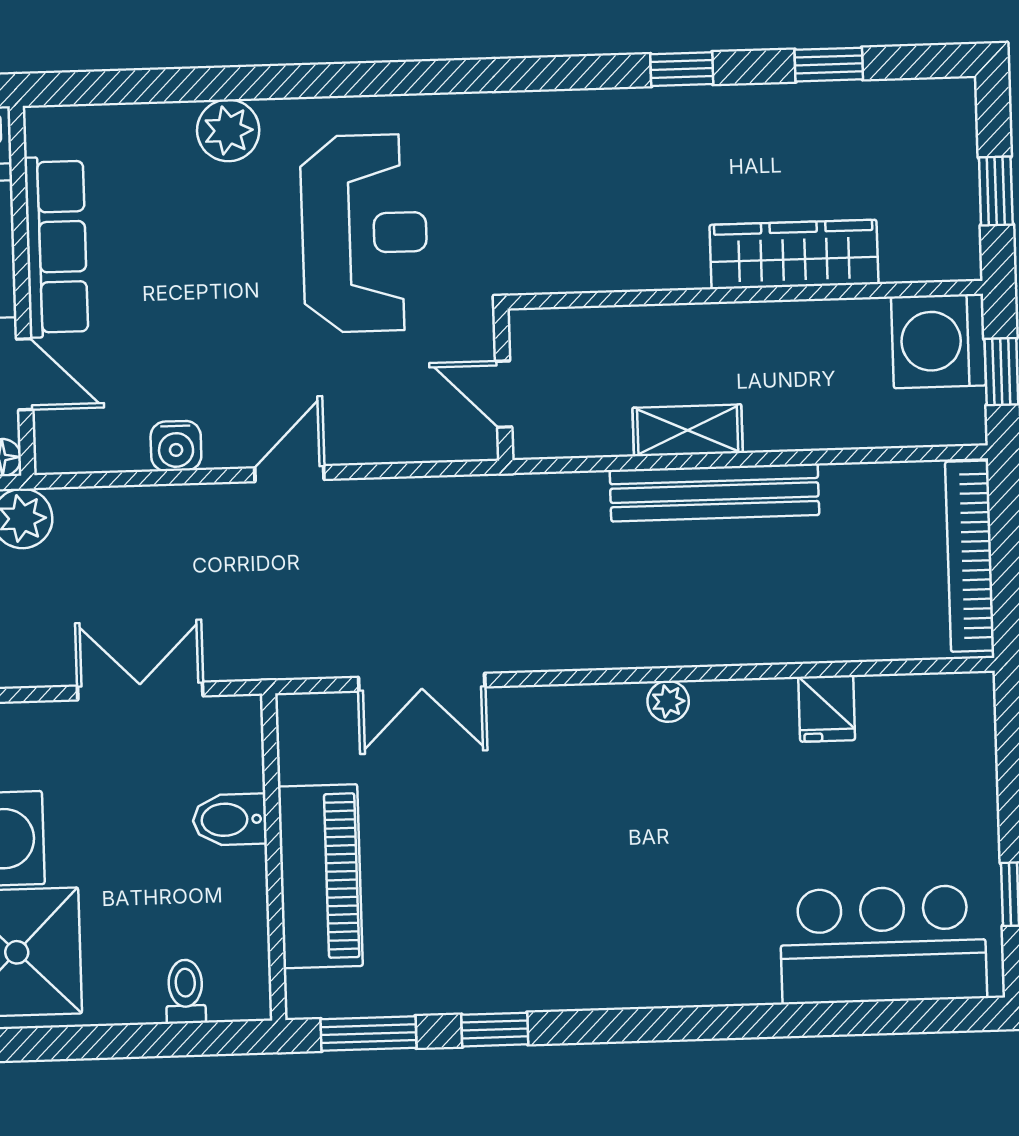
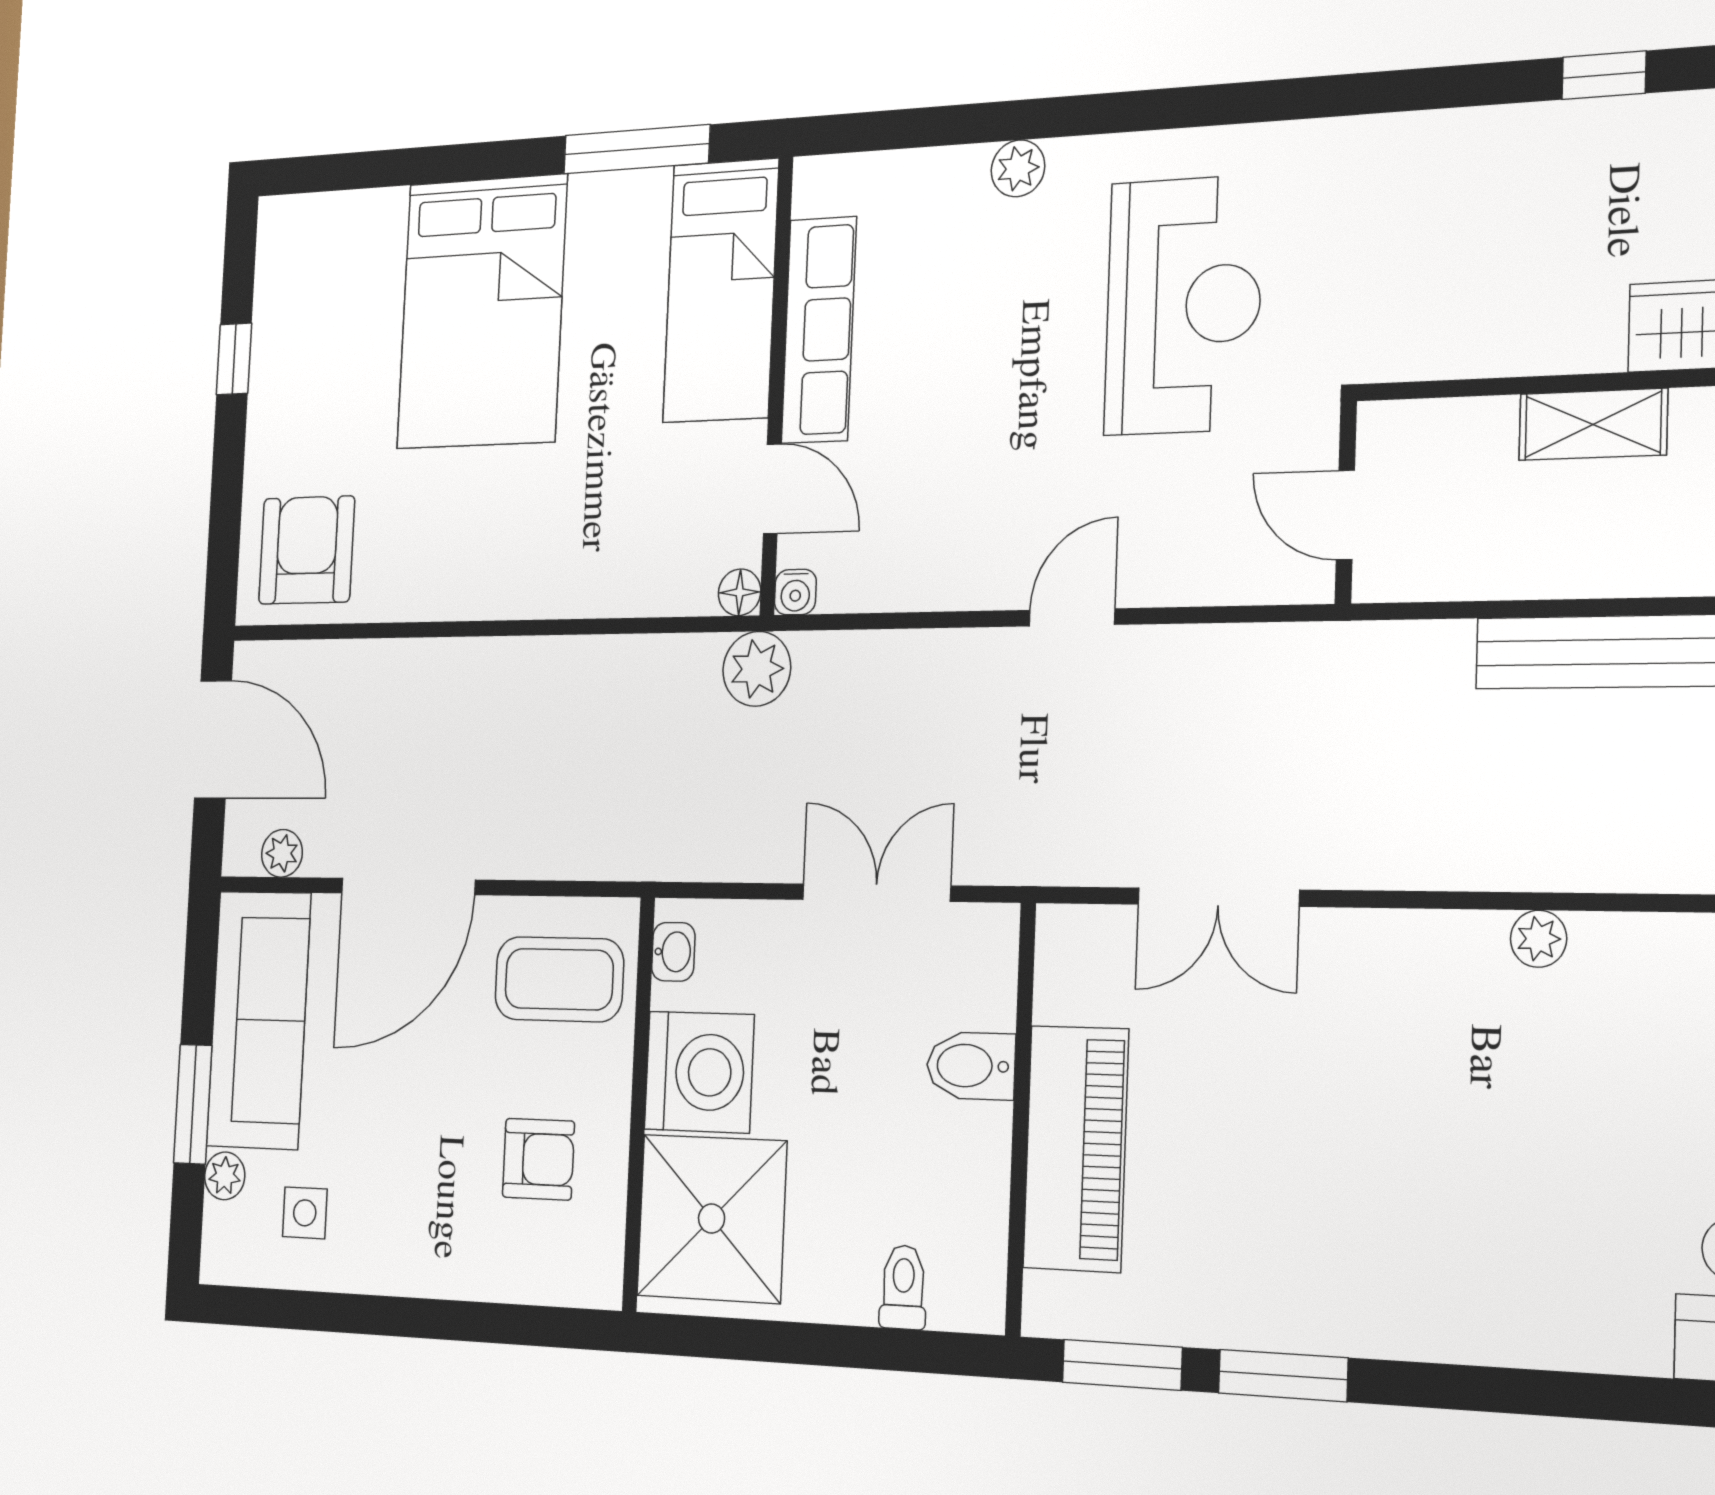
plant: (228, 130) -> (1018, 168), width x0.73, depth x0.73
shelving: (688, 430) -> (1593, 424), moved
water cooler: (176, 446) -> (795, 592), moved, width x0.72, depth x0.72
window: (495, 1030) -> (1283, 1376), width x1.50

